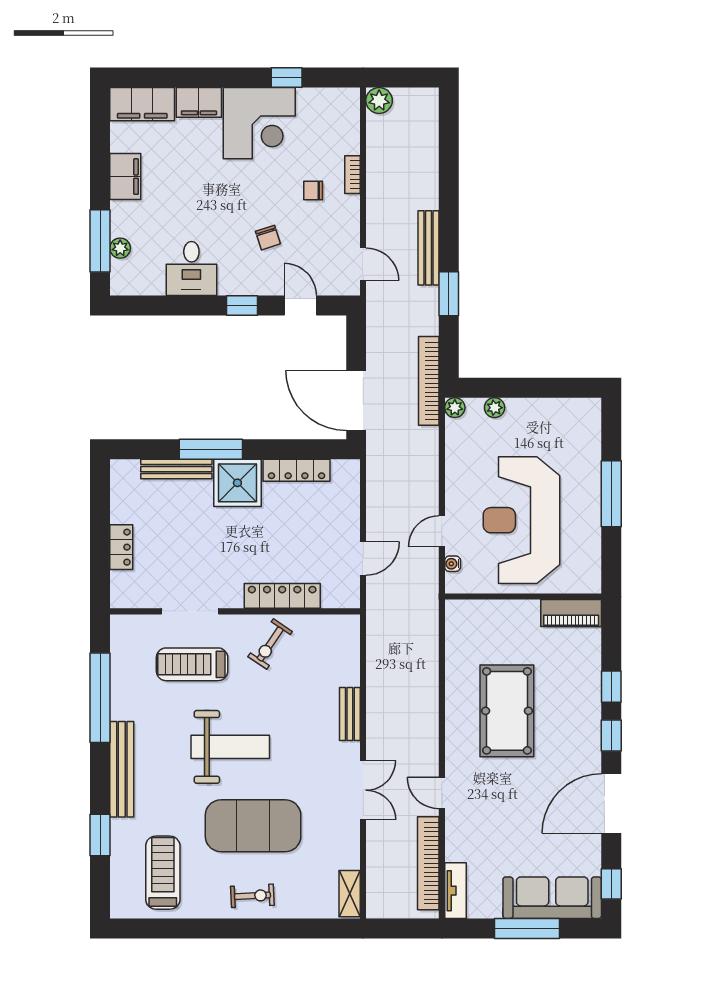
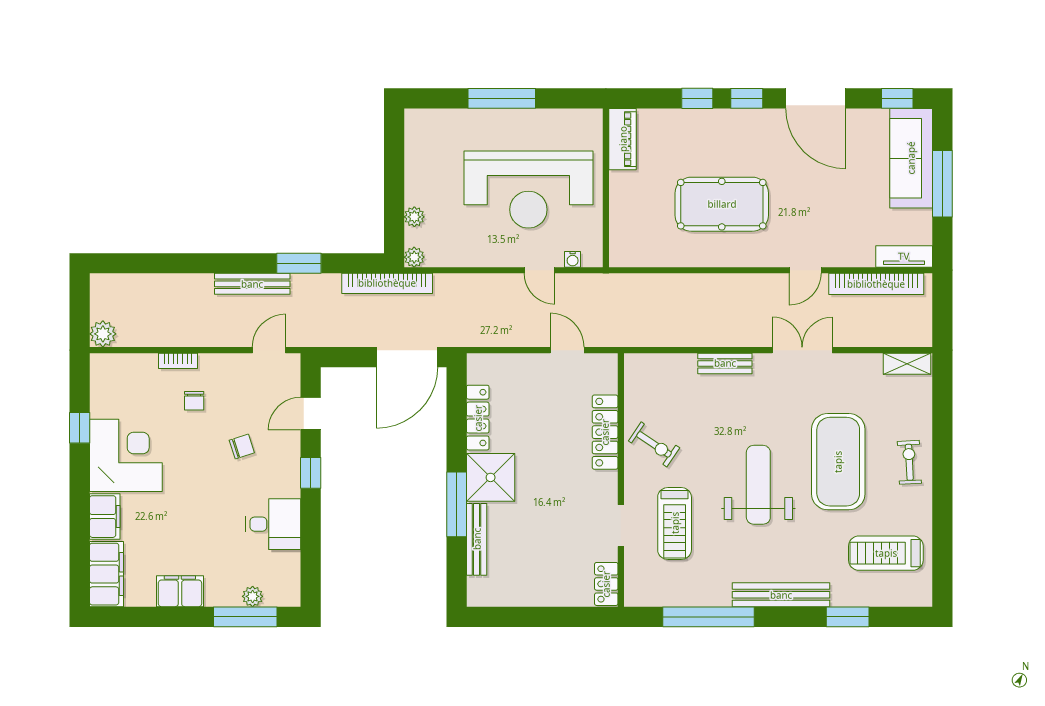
locker: (121, 547) -> (606, 584), moved, turned -90
doorway: (190, 611) -> (621, 526), width x0.73

